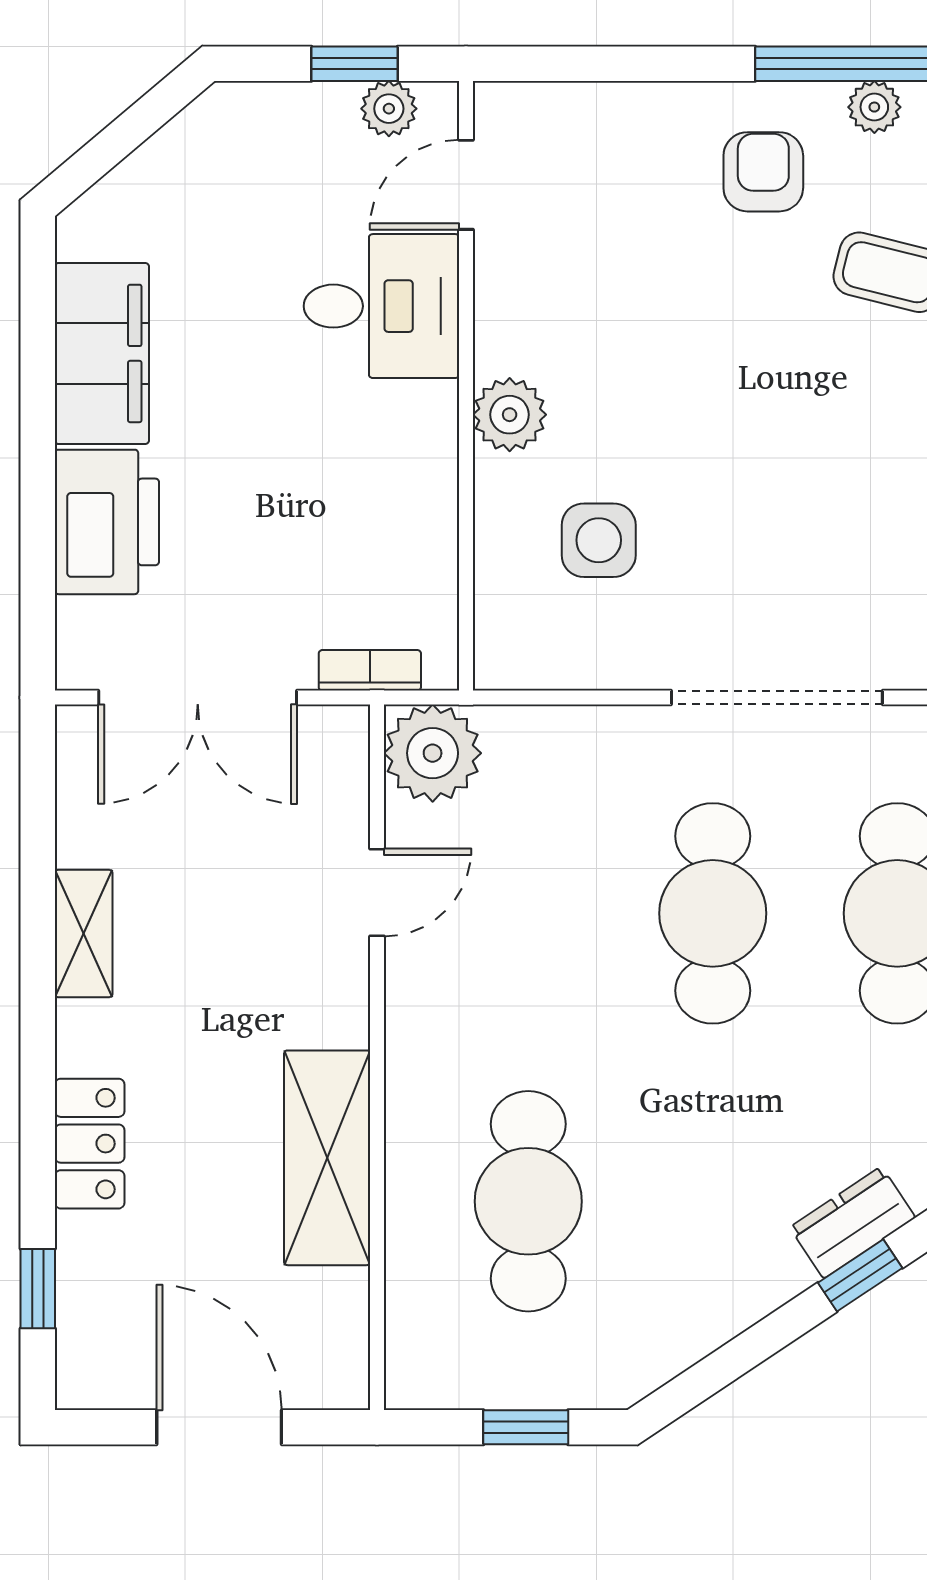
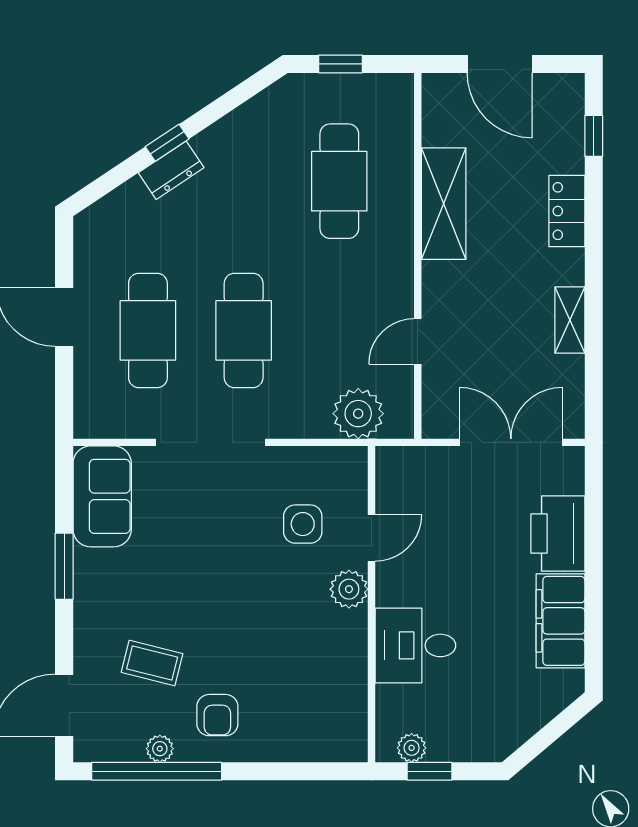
door: (466, 185) -> (372, 538), moved
bookcase: (370, 670) -> (421, 457), removed
plant: (433, 753) -> (358, 414), moved

